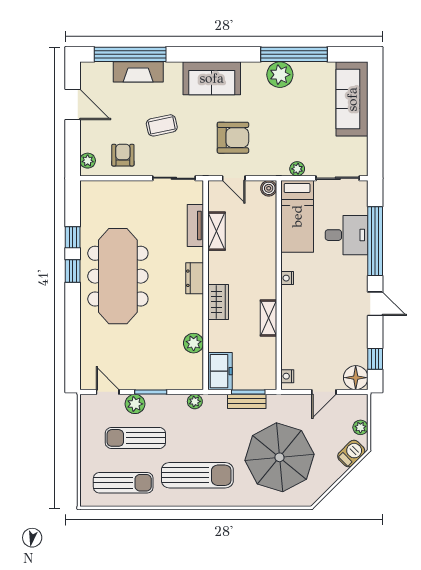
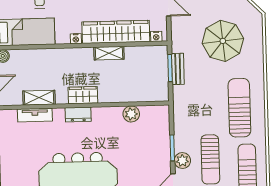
wardrobe: (218, 302) -> (83, 95), moved
wardrobe: (294, 327) -> (116, 32), added
freezer: (220, 371) -> (154, 92), removed
plant: (195, 401) -> (179, 112), removed
parasol: (279, 457) -> (223, 41), width x0.73, depth x0.73

